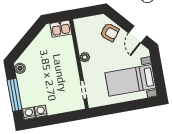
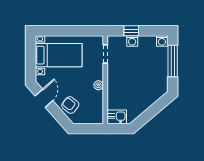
boiler: (20, 68) -> (163, 86), removed
washing machine: (41, 111) -> (132, 41), moved
window: (62, 118) -> (131, 31), added

